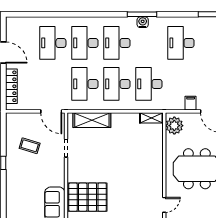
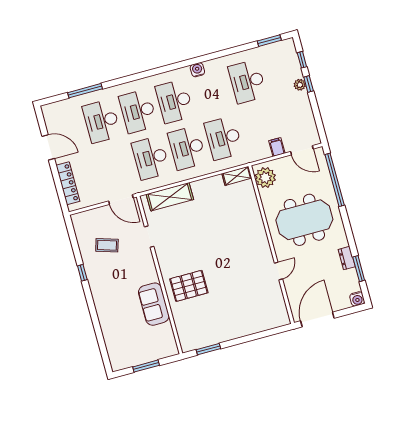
window: (142, 14) -> (85, 91), moved
pallet: (88, 197) -> (189, 286), width x0.73, depth x0.71

